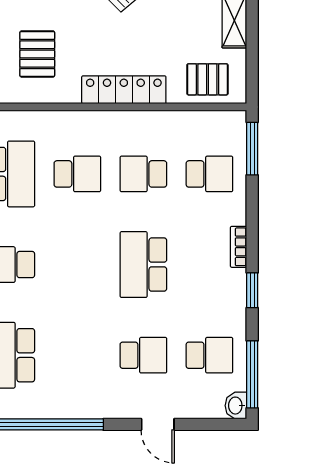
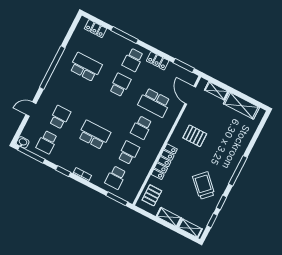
school desk: (143, 355) -> (60, 117), turned 180

